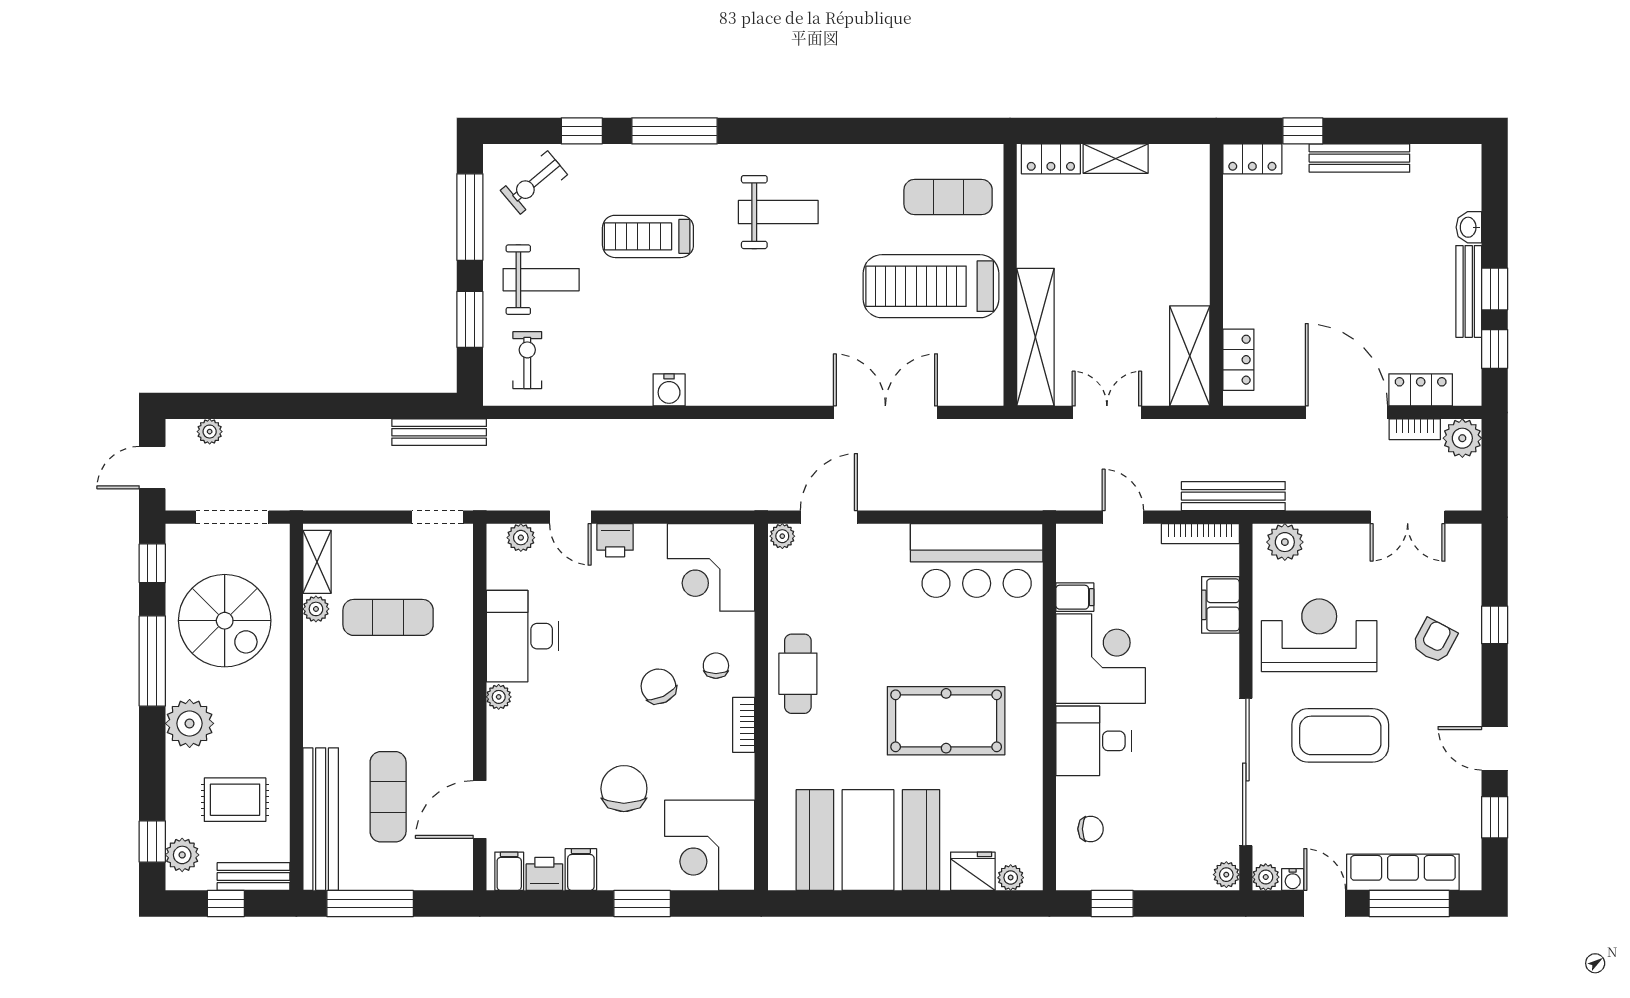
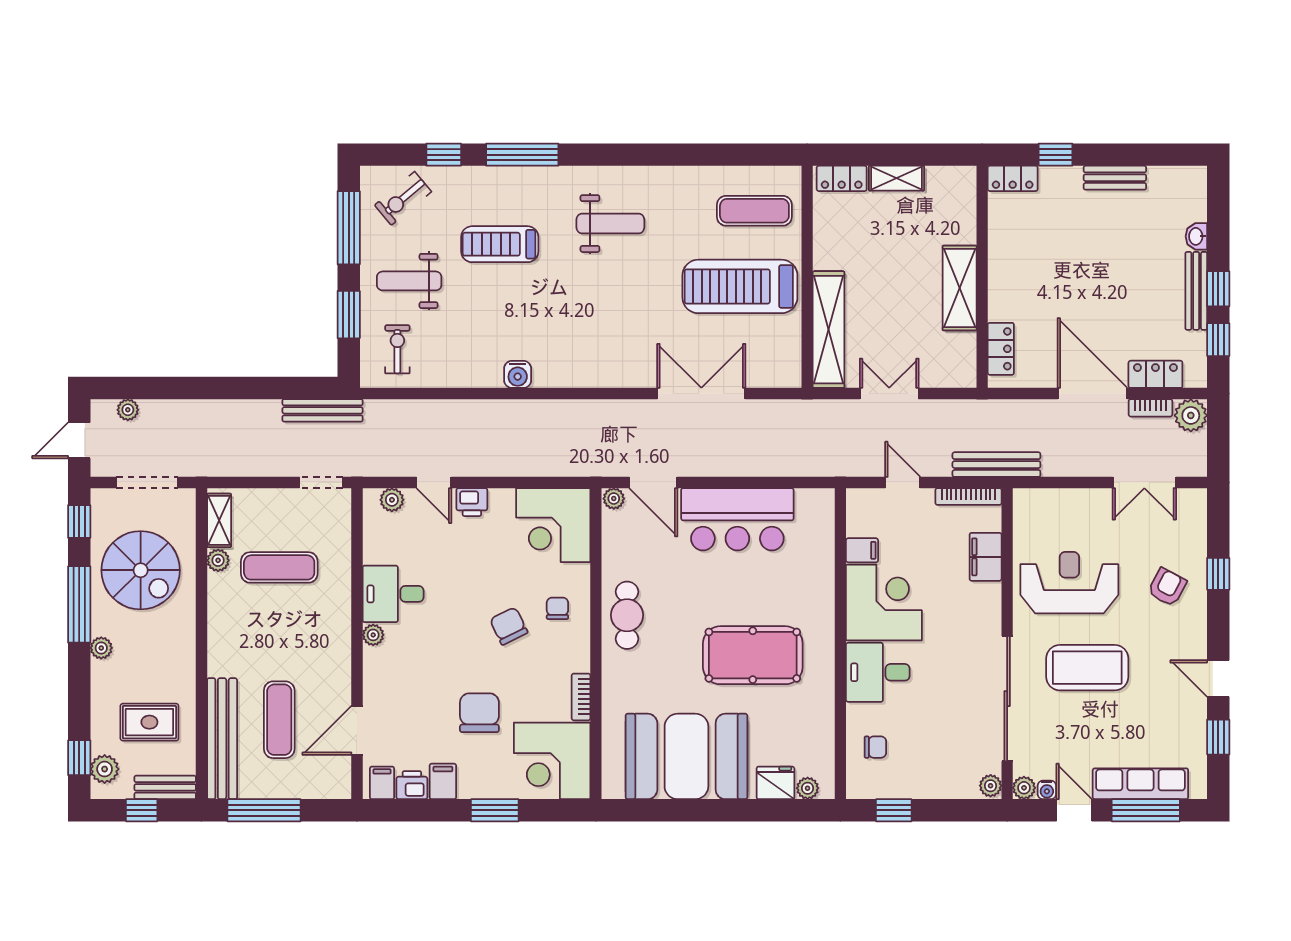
bench: (1359, 158) -> (1115, 178), width x0.73
weight bench: (541, 280) -> (409, 281), turned 180
shelving: (1190, 356) -> (960, 288), moved
door: (829, 517) -> (653, 482), swing flipped
plant: (1285, 542) -> (1040, 504), removed
bar counter: (977, 561) -> (737, 519), moved
desk: (522, 636) -> (393, 594), width x0.73
plant: (190, 723) -> (101, 648), width x0.53, depth x0.53
bookcase: (744, 725) -> (581, 697), moved

